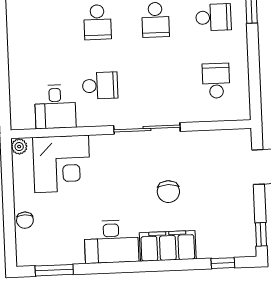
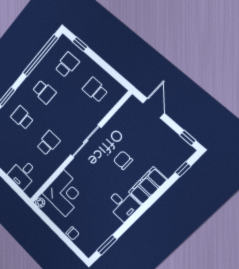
school desk: (97, 22) -> (22, 118), turned 180
desk: (55, 107) -> (23, 174), moved, turned 90
chair: (168, 192) -> (123, 160), turned 180
desk: (111, 242) -> (123, 205), width x0.73

